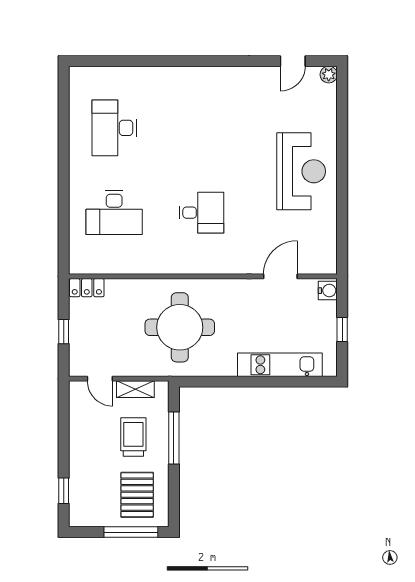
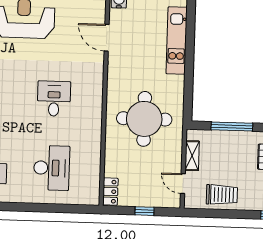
door: (100, 379) -> (183, 184), swing flipped
trolley: (133, 437) -> (222, 195), moved, turned 180

